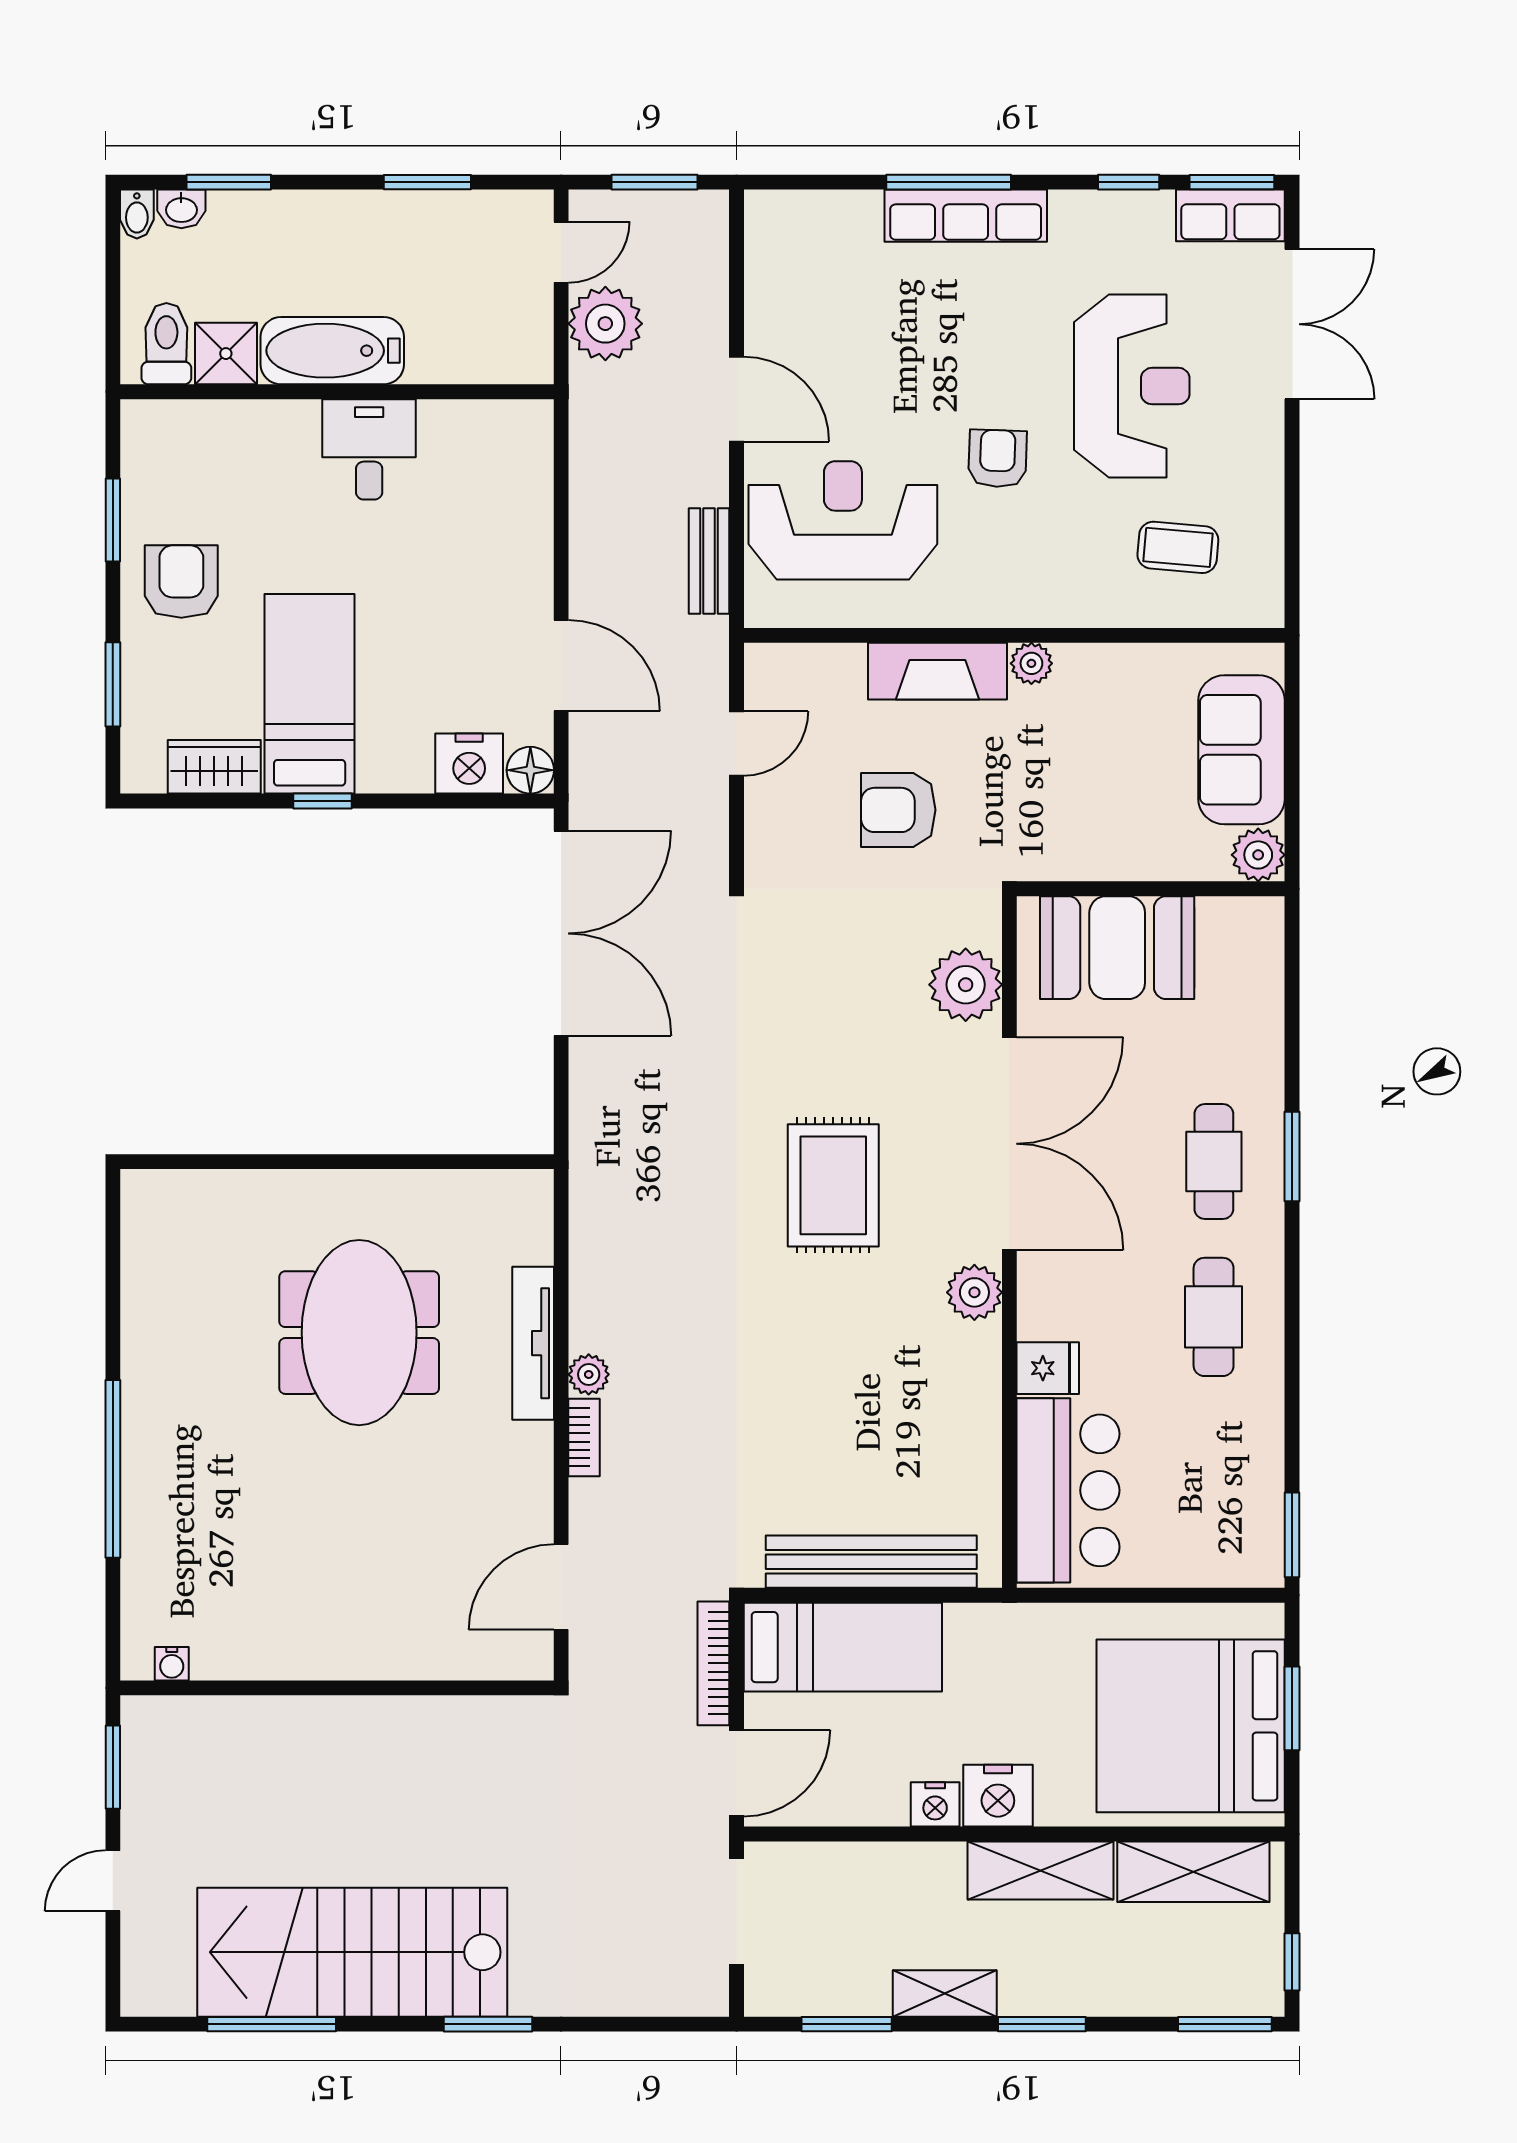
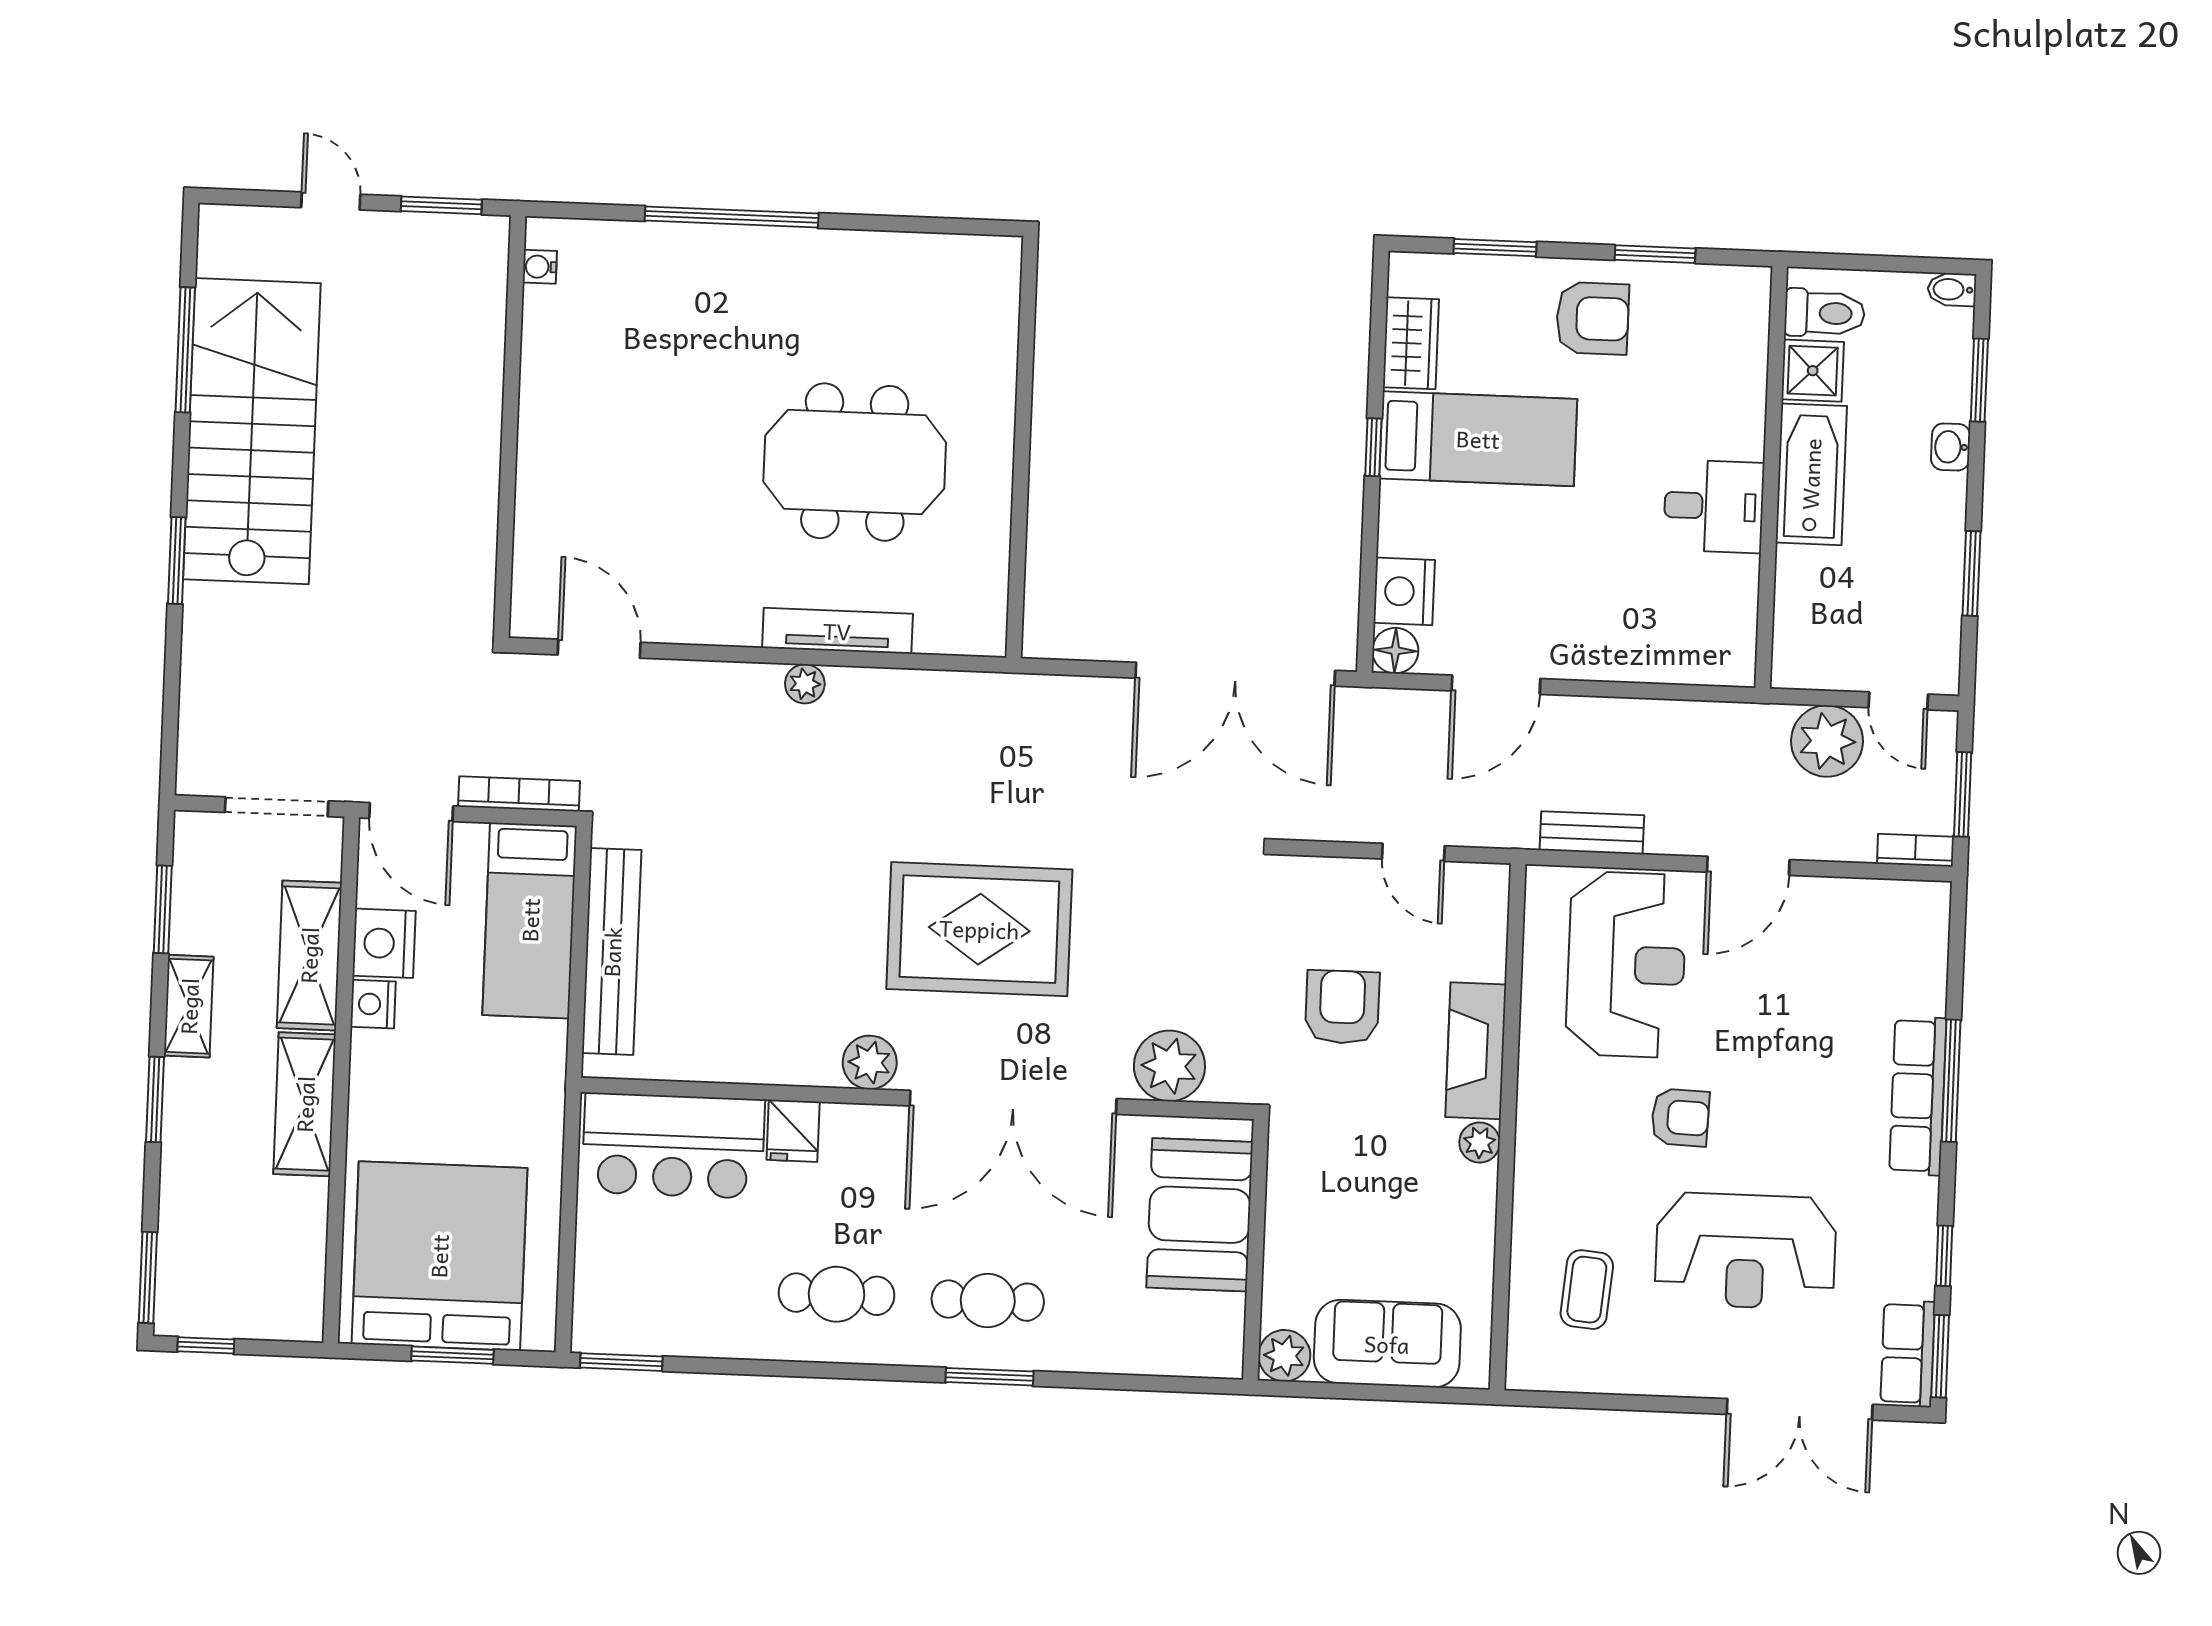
washbasin: (181, 209) -> (1951, 447), moved
rug: (833, 1185) -> (979, 929), width x1.37, depth x1.44
bookcase: (584, 1437) -> (1915, 850), moved, turned 180
nightstand: (998, 1796) -> (384, 943), moved
shelving: (1193, 1872) -> (309, 955), moved

